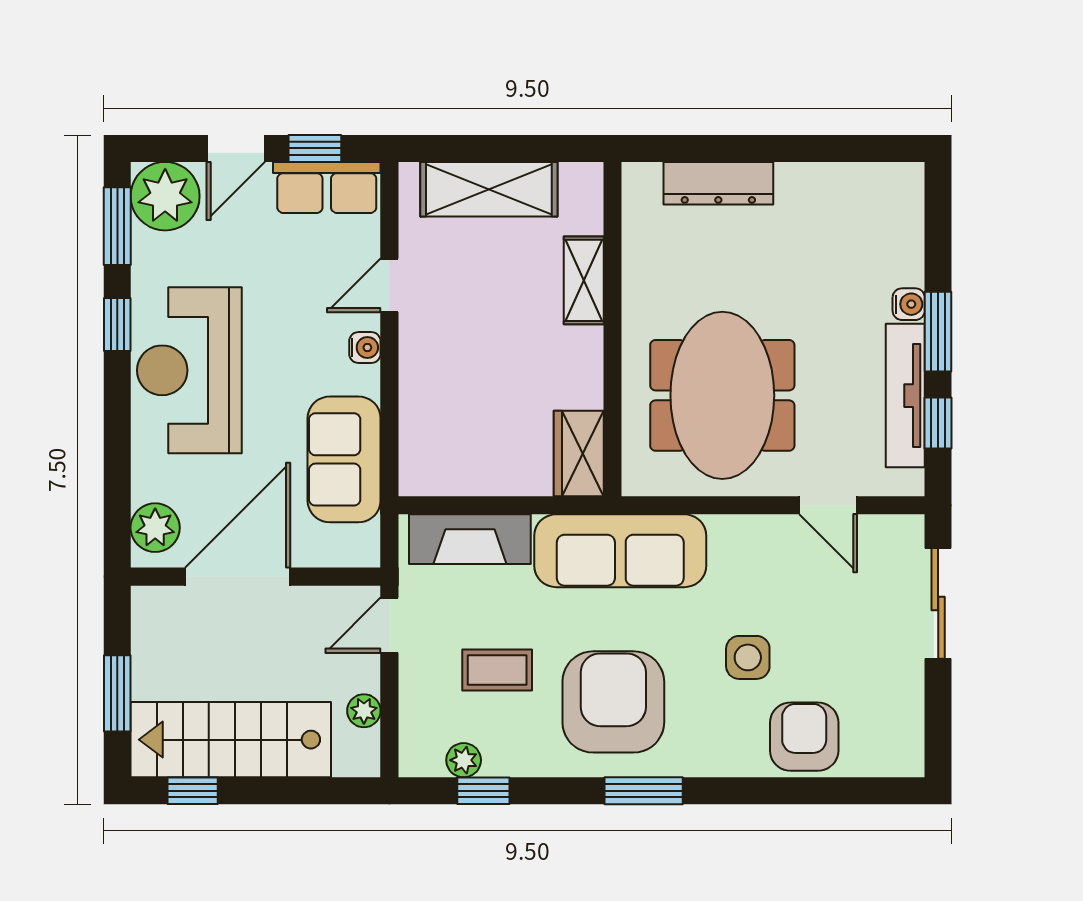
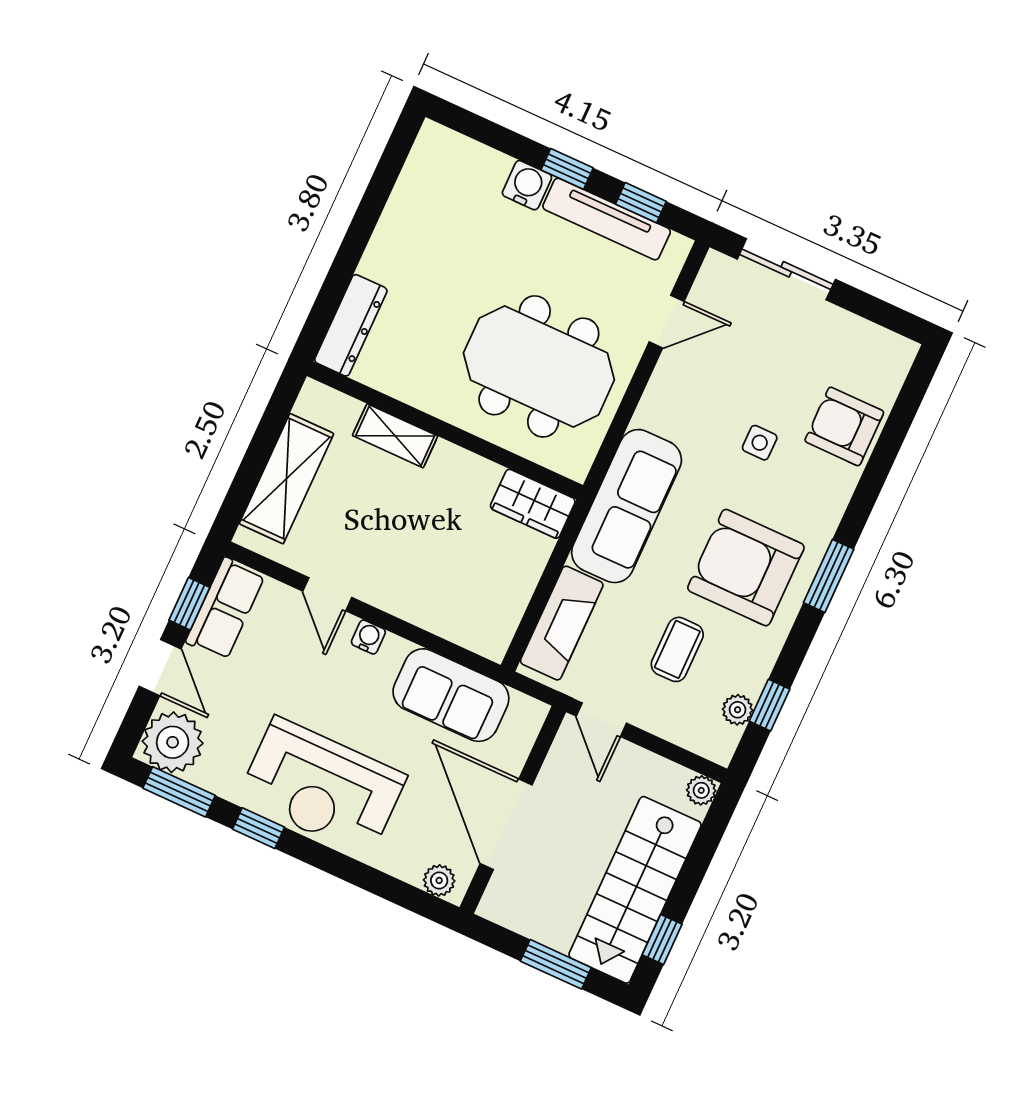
dresser: (718, 183) -> (351, 325), moved
water cooler: (909, 304) -> (527, 185), width x1.38, depth x1.38
window: (938, 332) -> (567, 169), width x0.67
plant: (155, 528) -> (439, 880), width x0.73, depth x0.73
side table: (748, 657) -> (760, 443), width x0.73, depth x0.73
plant: (364, 711) -> (701, 790), moved

